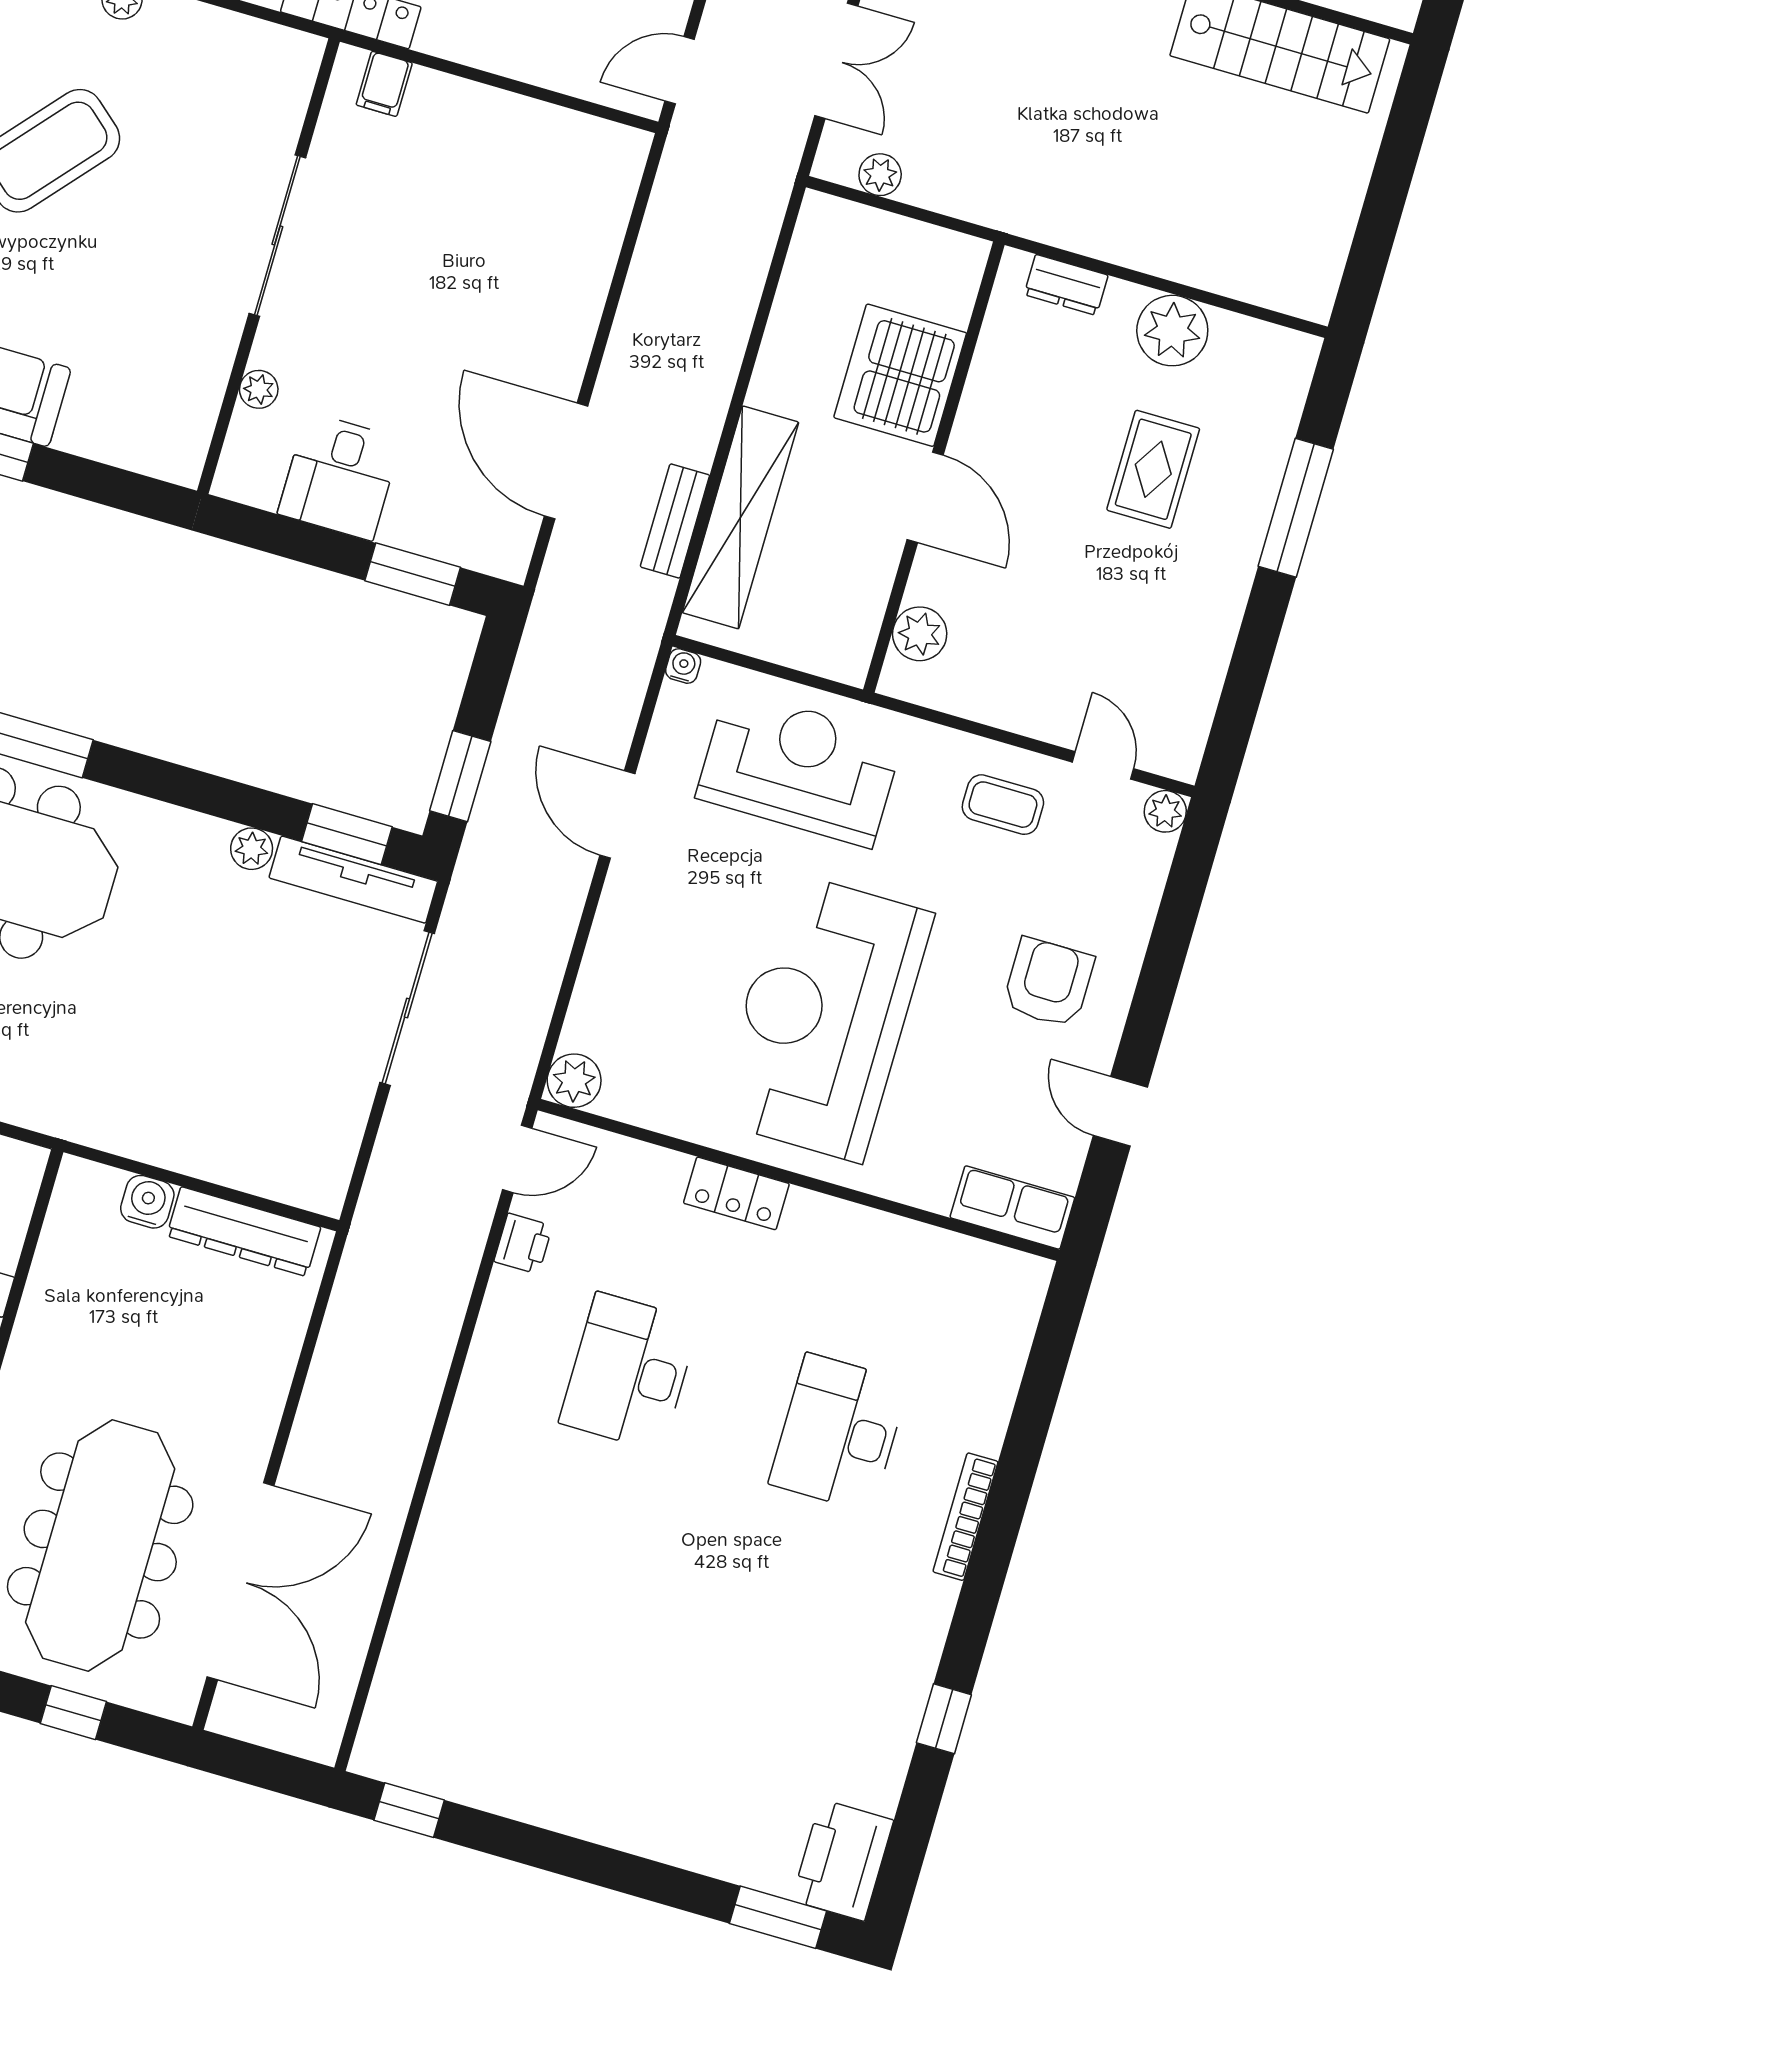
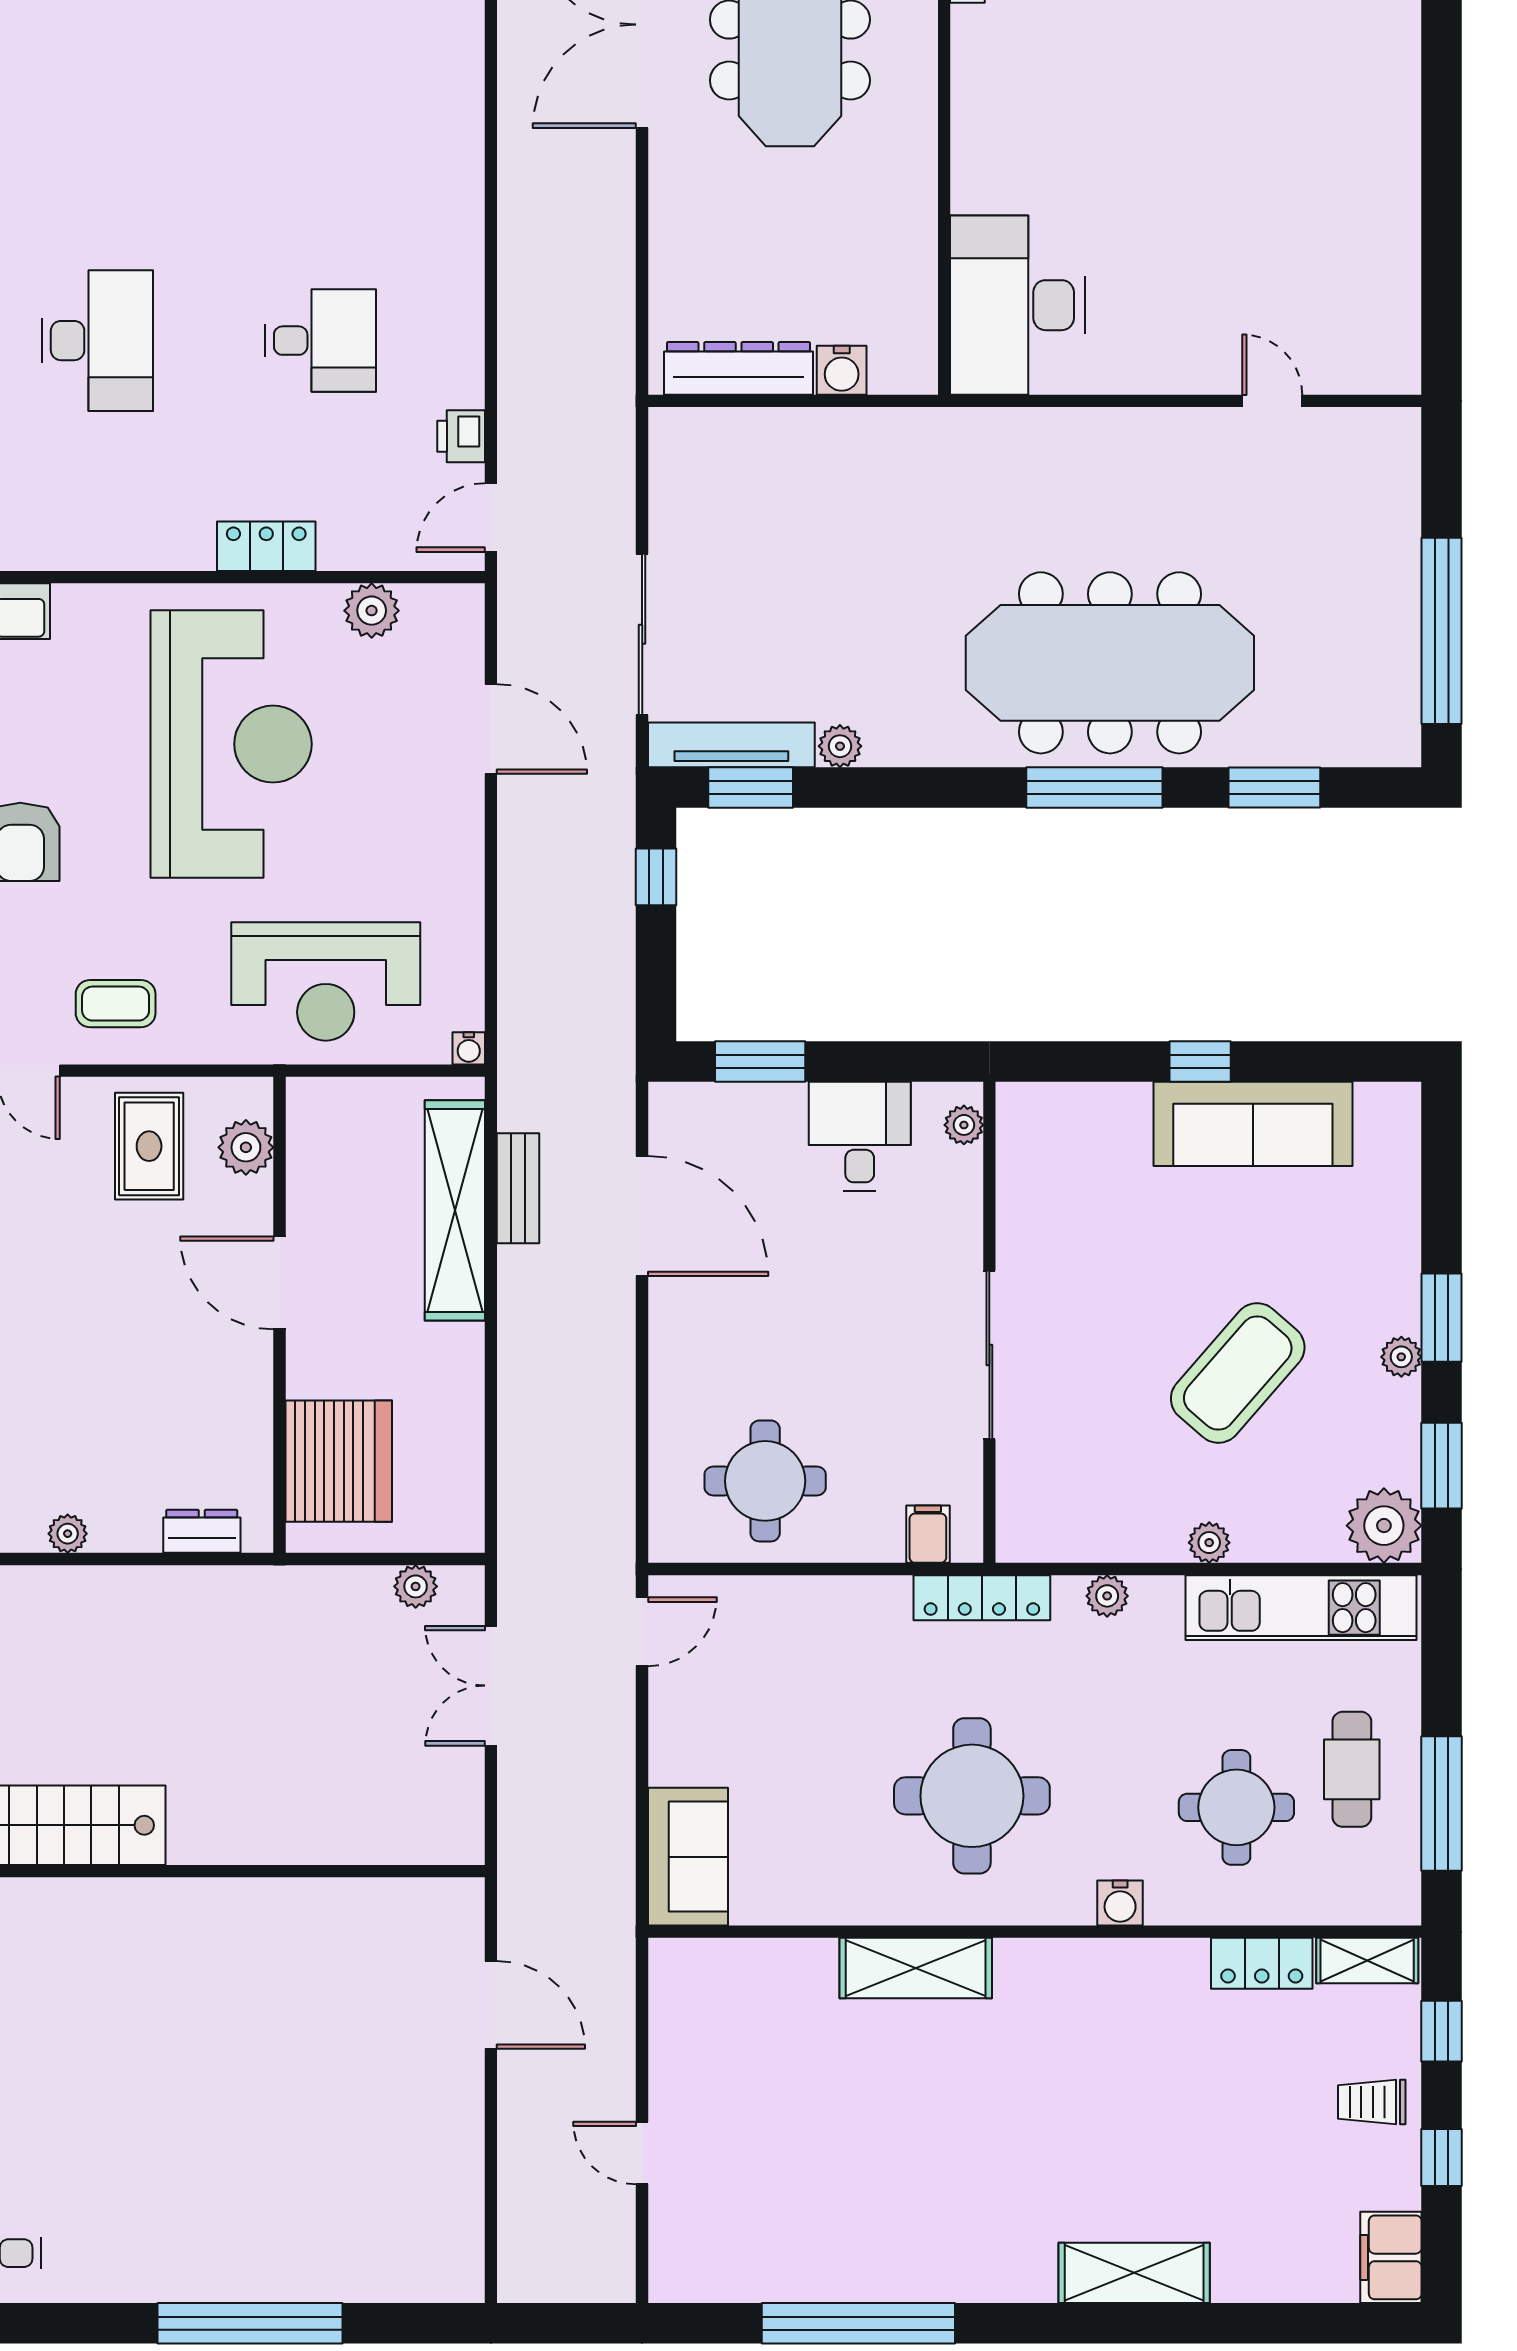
round table: (523, 178) -> (765, 1481), added
plant: (1172, 331) -> (68, 1534), width x0.53, depth x0.53
server rack: (900, 375) -> (339, 1461), moved
plant: (259, 389) -> (964, 1125), moved
rug: (1153, 469) -> (149, 1146), moved
window: (460, 776) -> (656, 877), width x0.67
door: (617, 814) -> (491, 729), moved
plant: (574, 1081) -> (372, 611), moved
desk: (629, 1372) -> (321, 341), width x0.73

